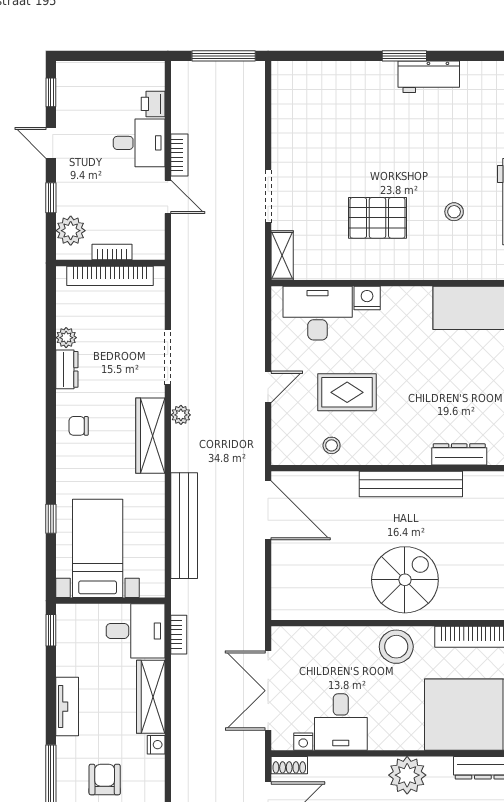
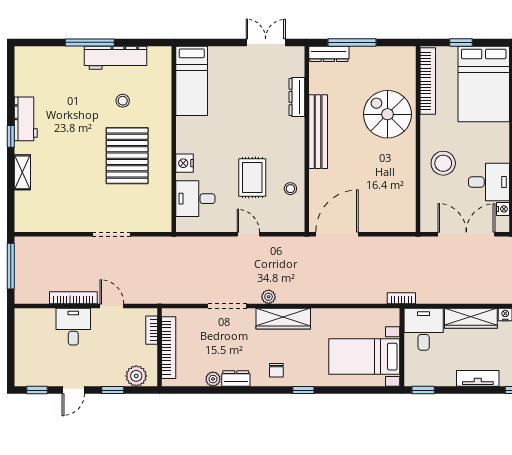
window: (404, 56) -> (11, 136), width x0.67
printer: (153, 104) -> (45, 317), removed
bookcase: (179, 155) -> (73, 298), width x1.56
door: (168, 197) -> (112, 306), hinge flipped
pallet: (378, 218) -> (127, 156), width x1.37, depth x1.41
bookcase: (112, 252) -> (152, 330), moved
shelving: (282, 255) -> (22, 172), moved, turned 90
desk: (318, 313) -> (195, 199), width x0.73
window: (51, 519) -> (303, 390), moved
bench: (184, 526) -> (348, 294), removed
spiral stairs: (405, 580) -> (387, 114), moved
bookcase: (179, 635) -> (401, 298), moved
stool: (396, 647) -> (443, 163), moved
double door: (268, 691) -> (466, 234), swing flipped

